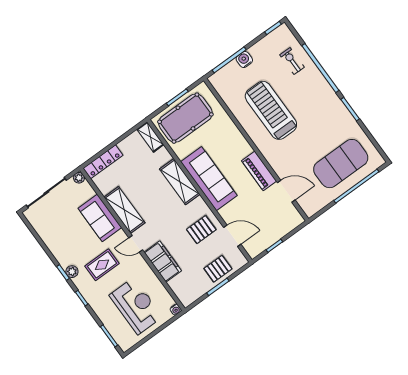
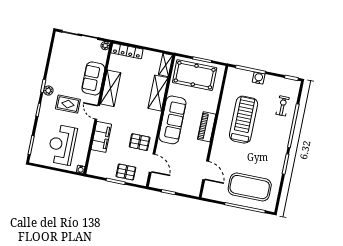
piano: (259, 171) -> (207, 127), moved
shelving: (180, 182) -> (158, 93), moved
reception desk: (136, 306) -> (62, 145), turned 180

